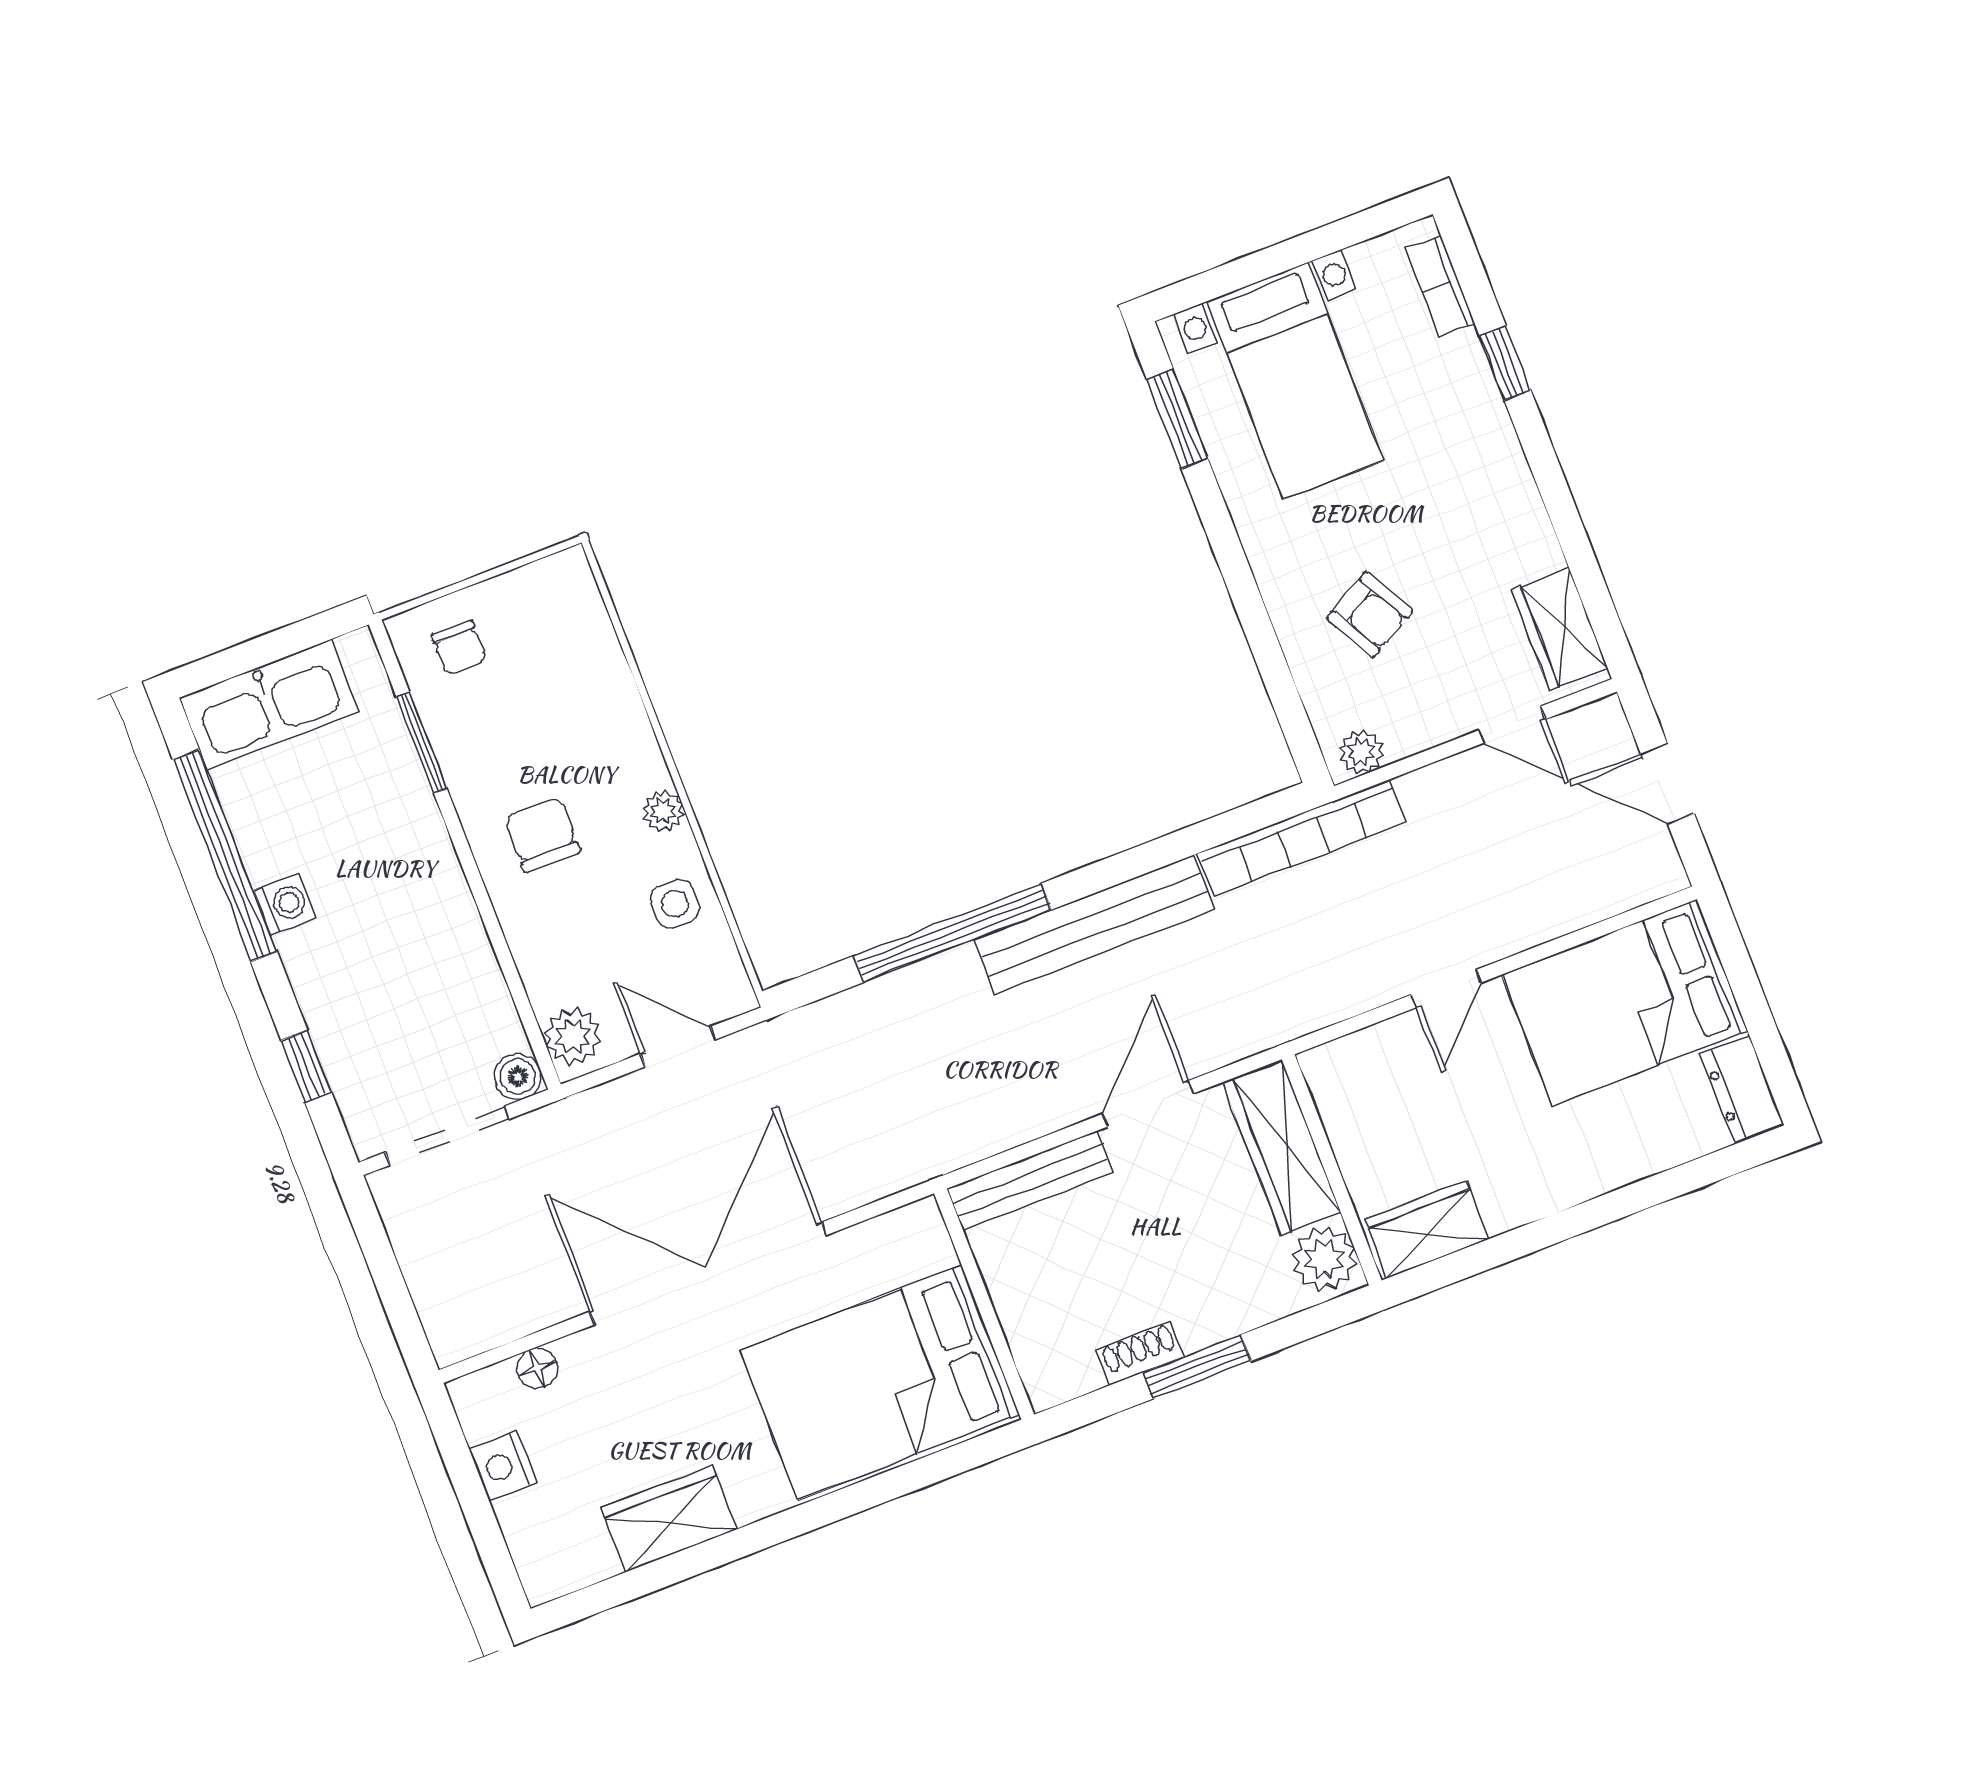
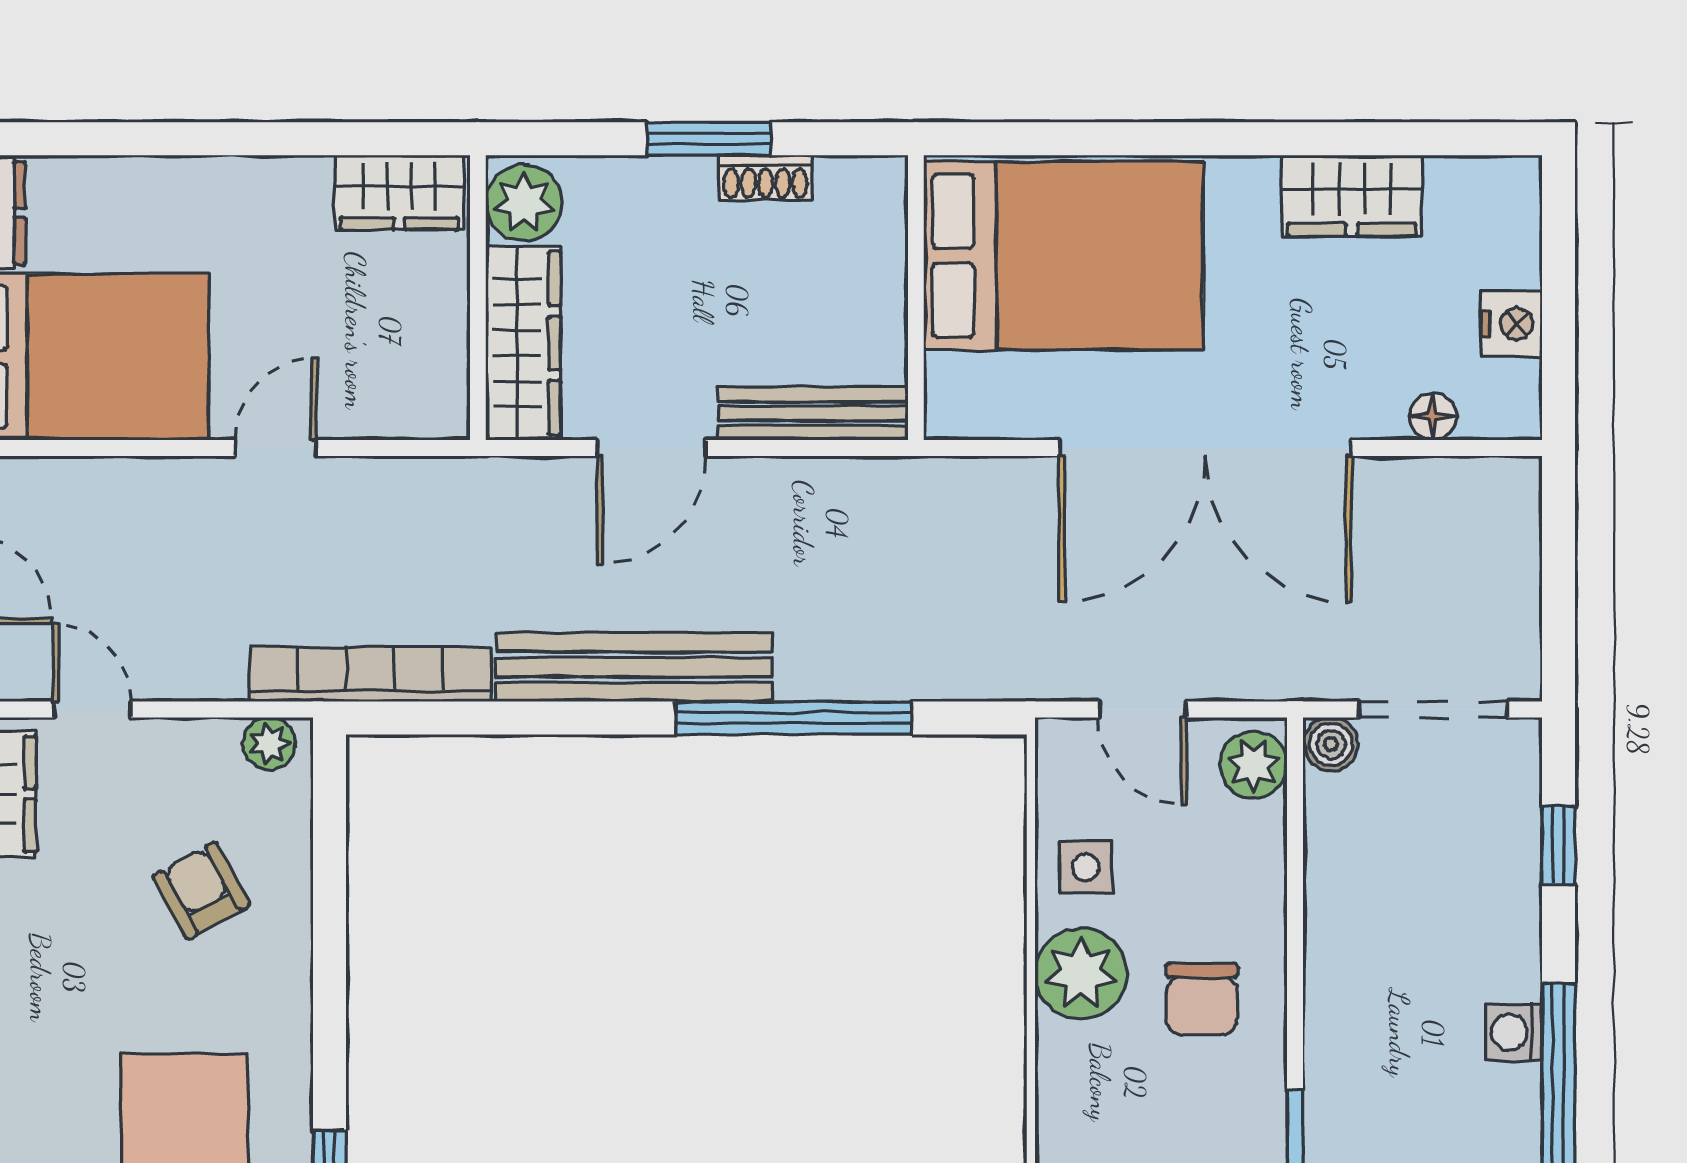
plant: (663, 811) -> (1081, 974), width x1.88, depth x1.88

